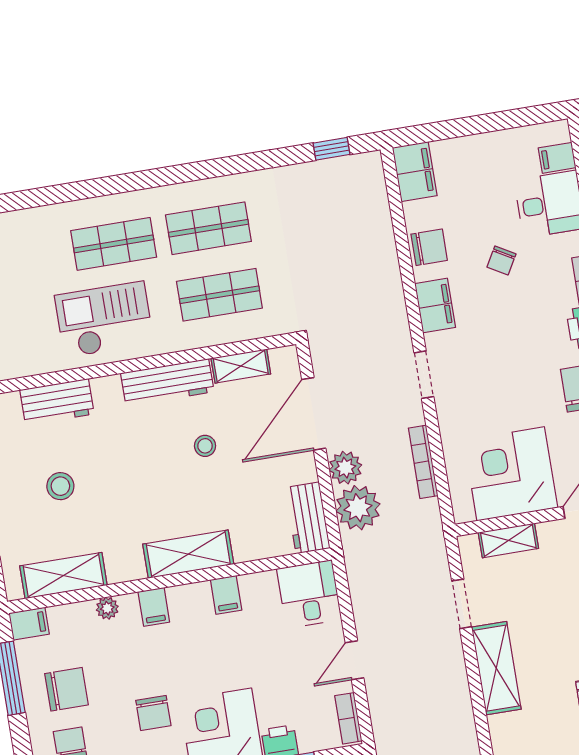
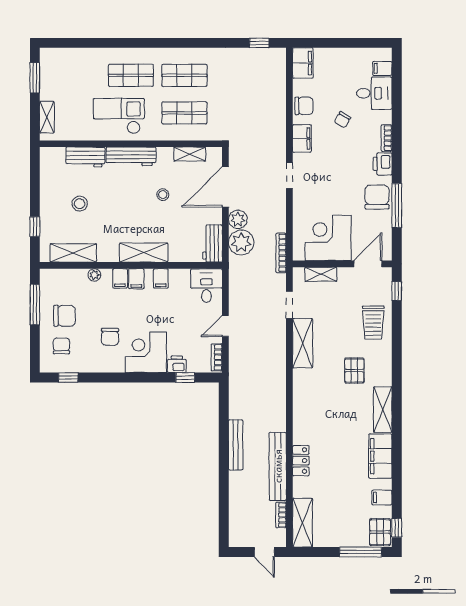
workbench: (167, 382) -> (131, 156), moved
bookcase: (423, 462) -> (281, 253), moved
filing cabinet: (29, 624) -> (136, 279), moved, turned 90

